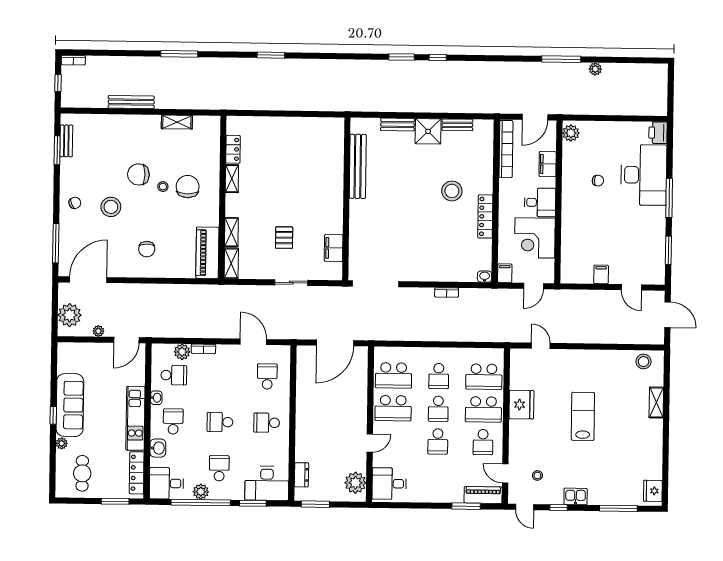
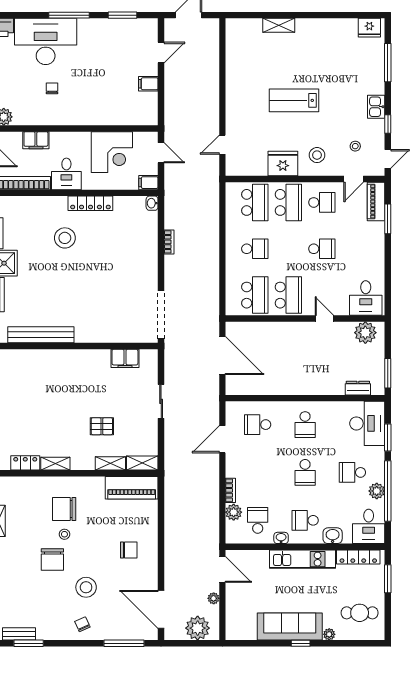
desk: (540, 202) -> (66, 174), moved, turned 180
pallet: (284, 238) -> (102, 426), moved
stool: (644, 362) -> (317, 155), moved
school desk: (438, 409) -> (288, 249), removed

